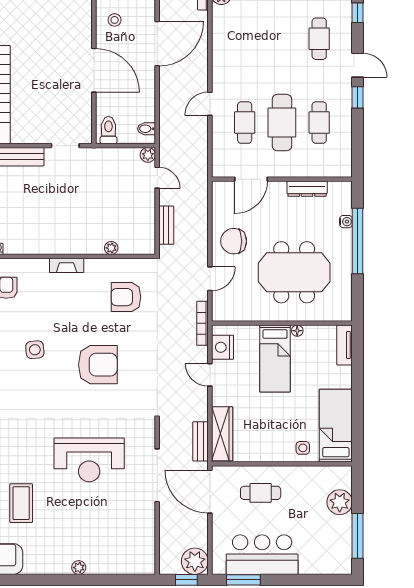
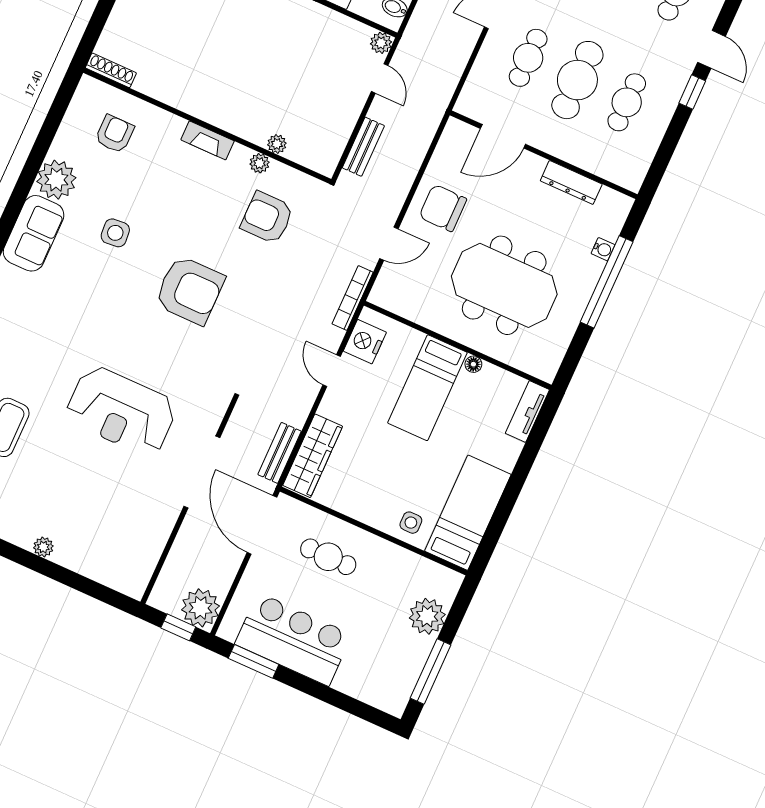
plant: (106, 265) -> (259, 163), added

